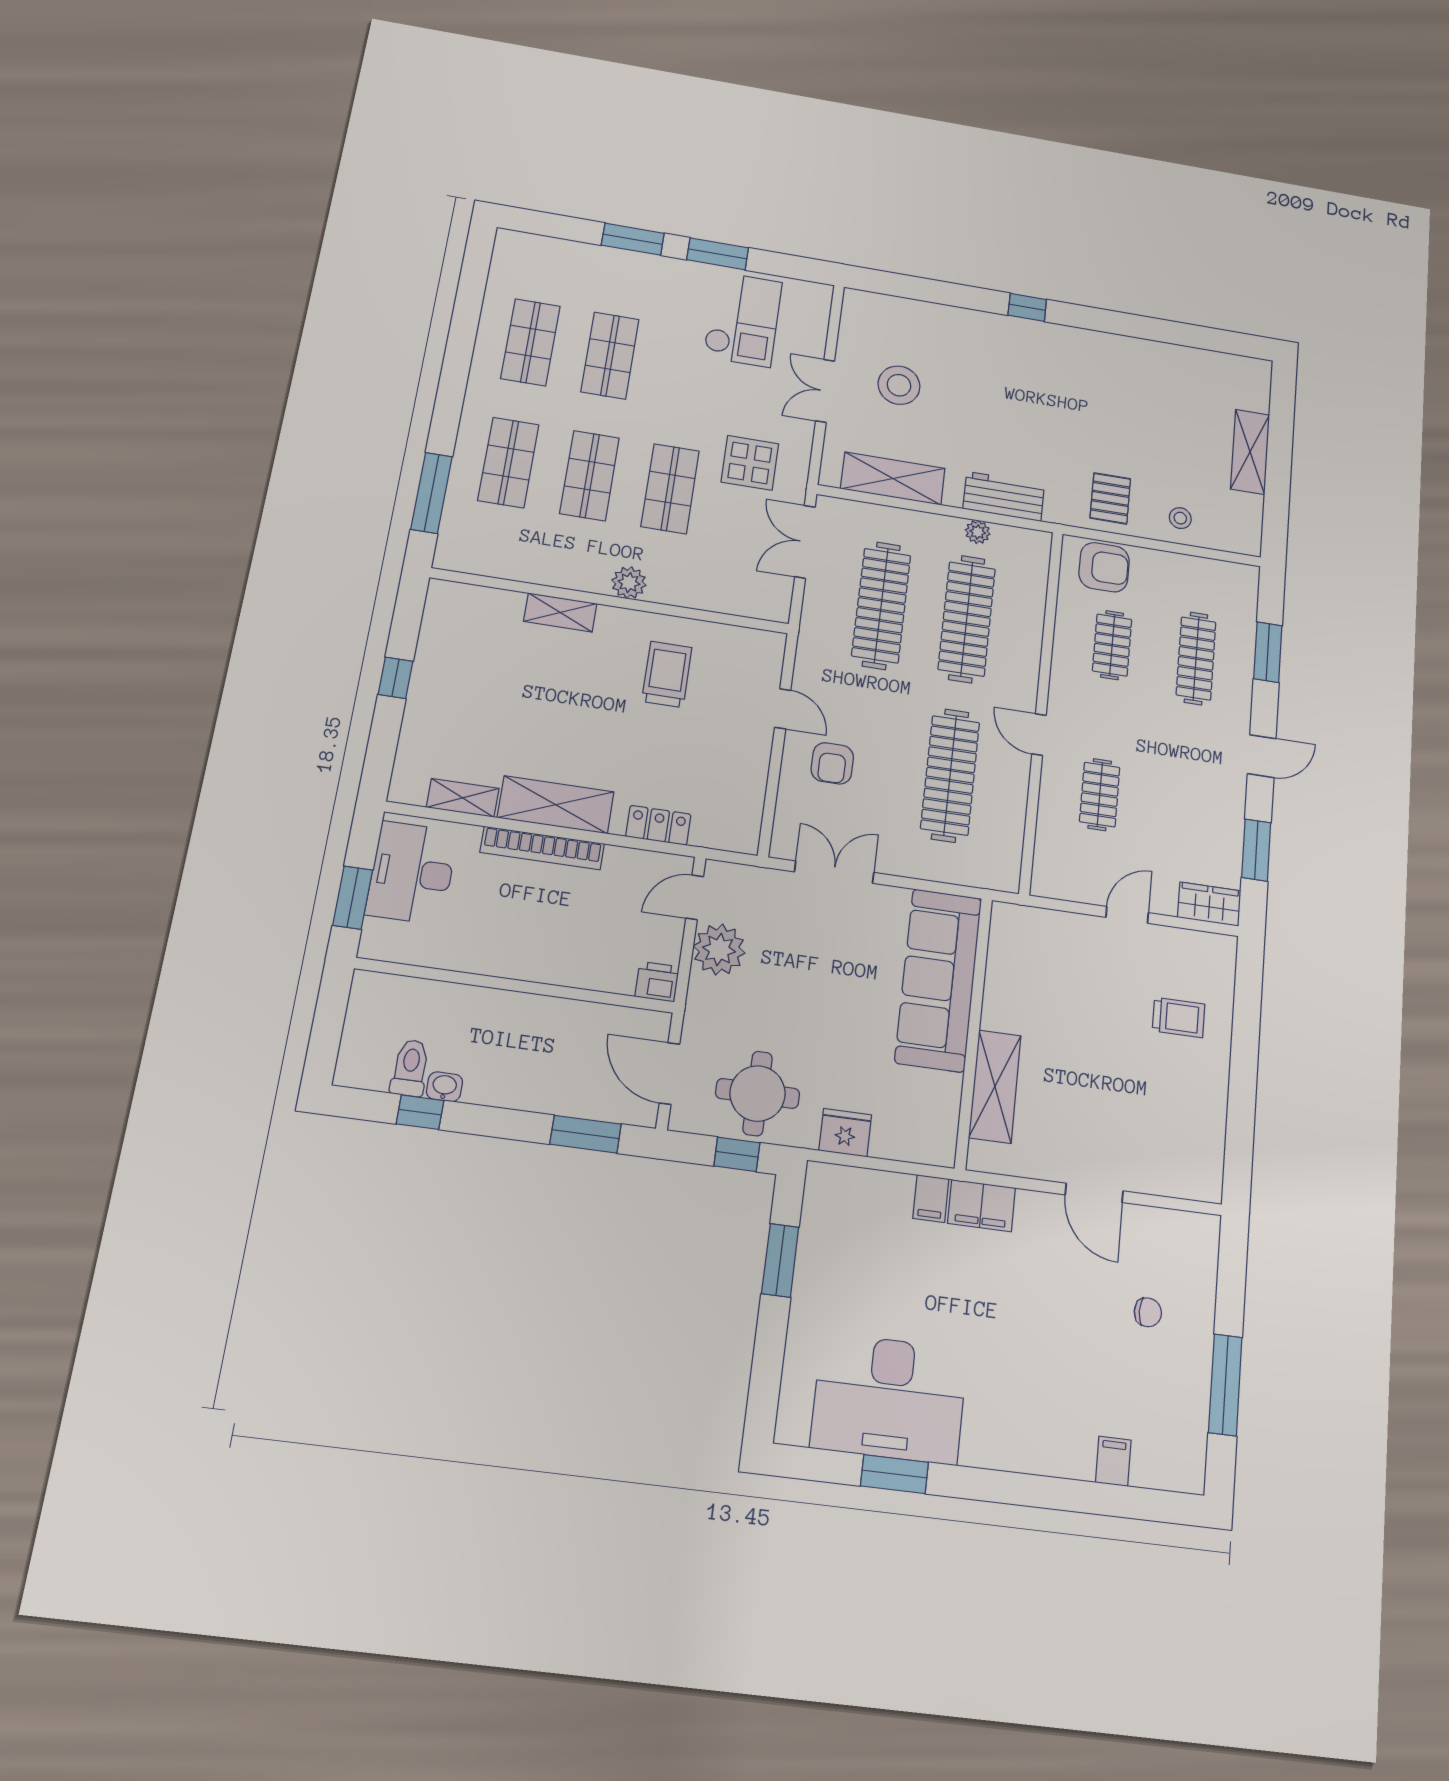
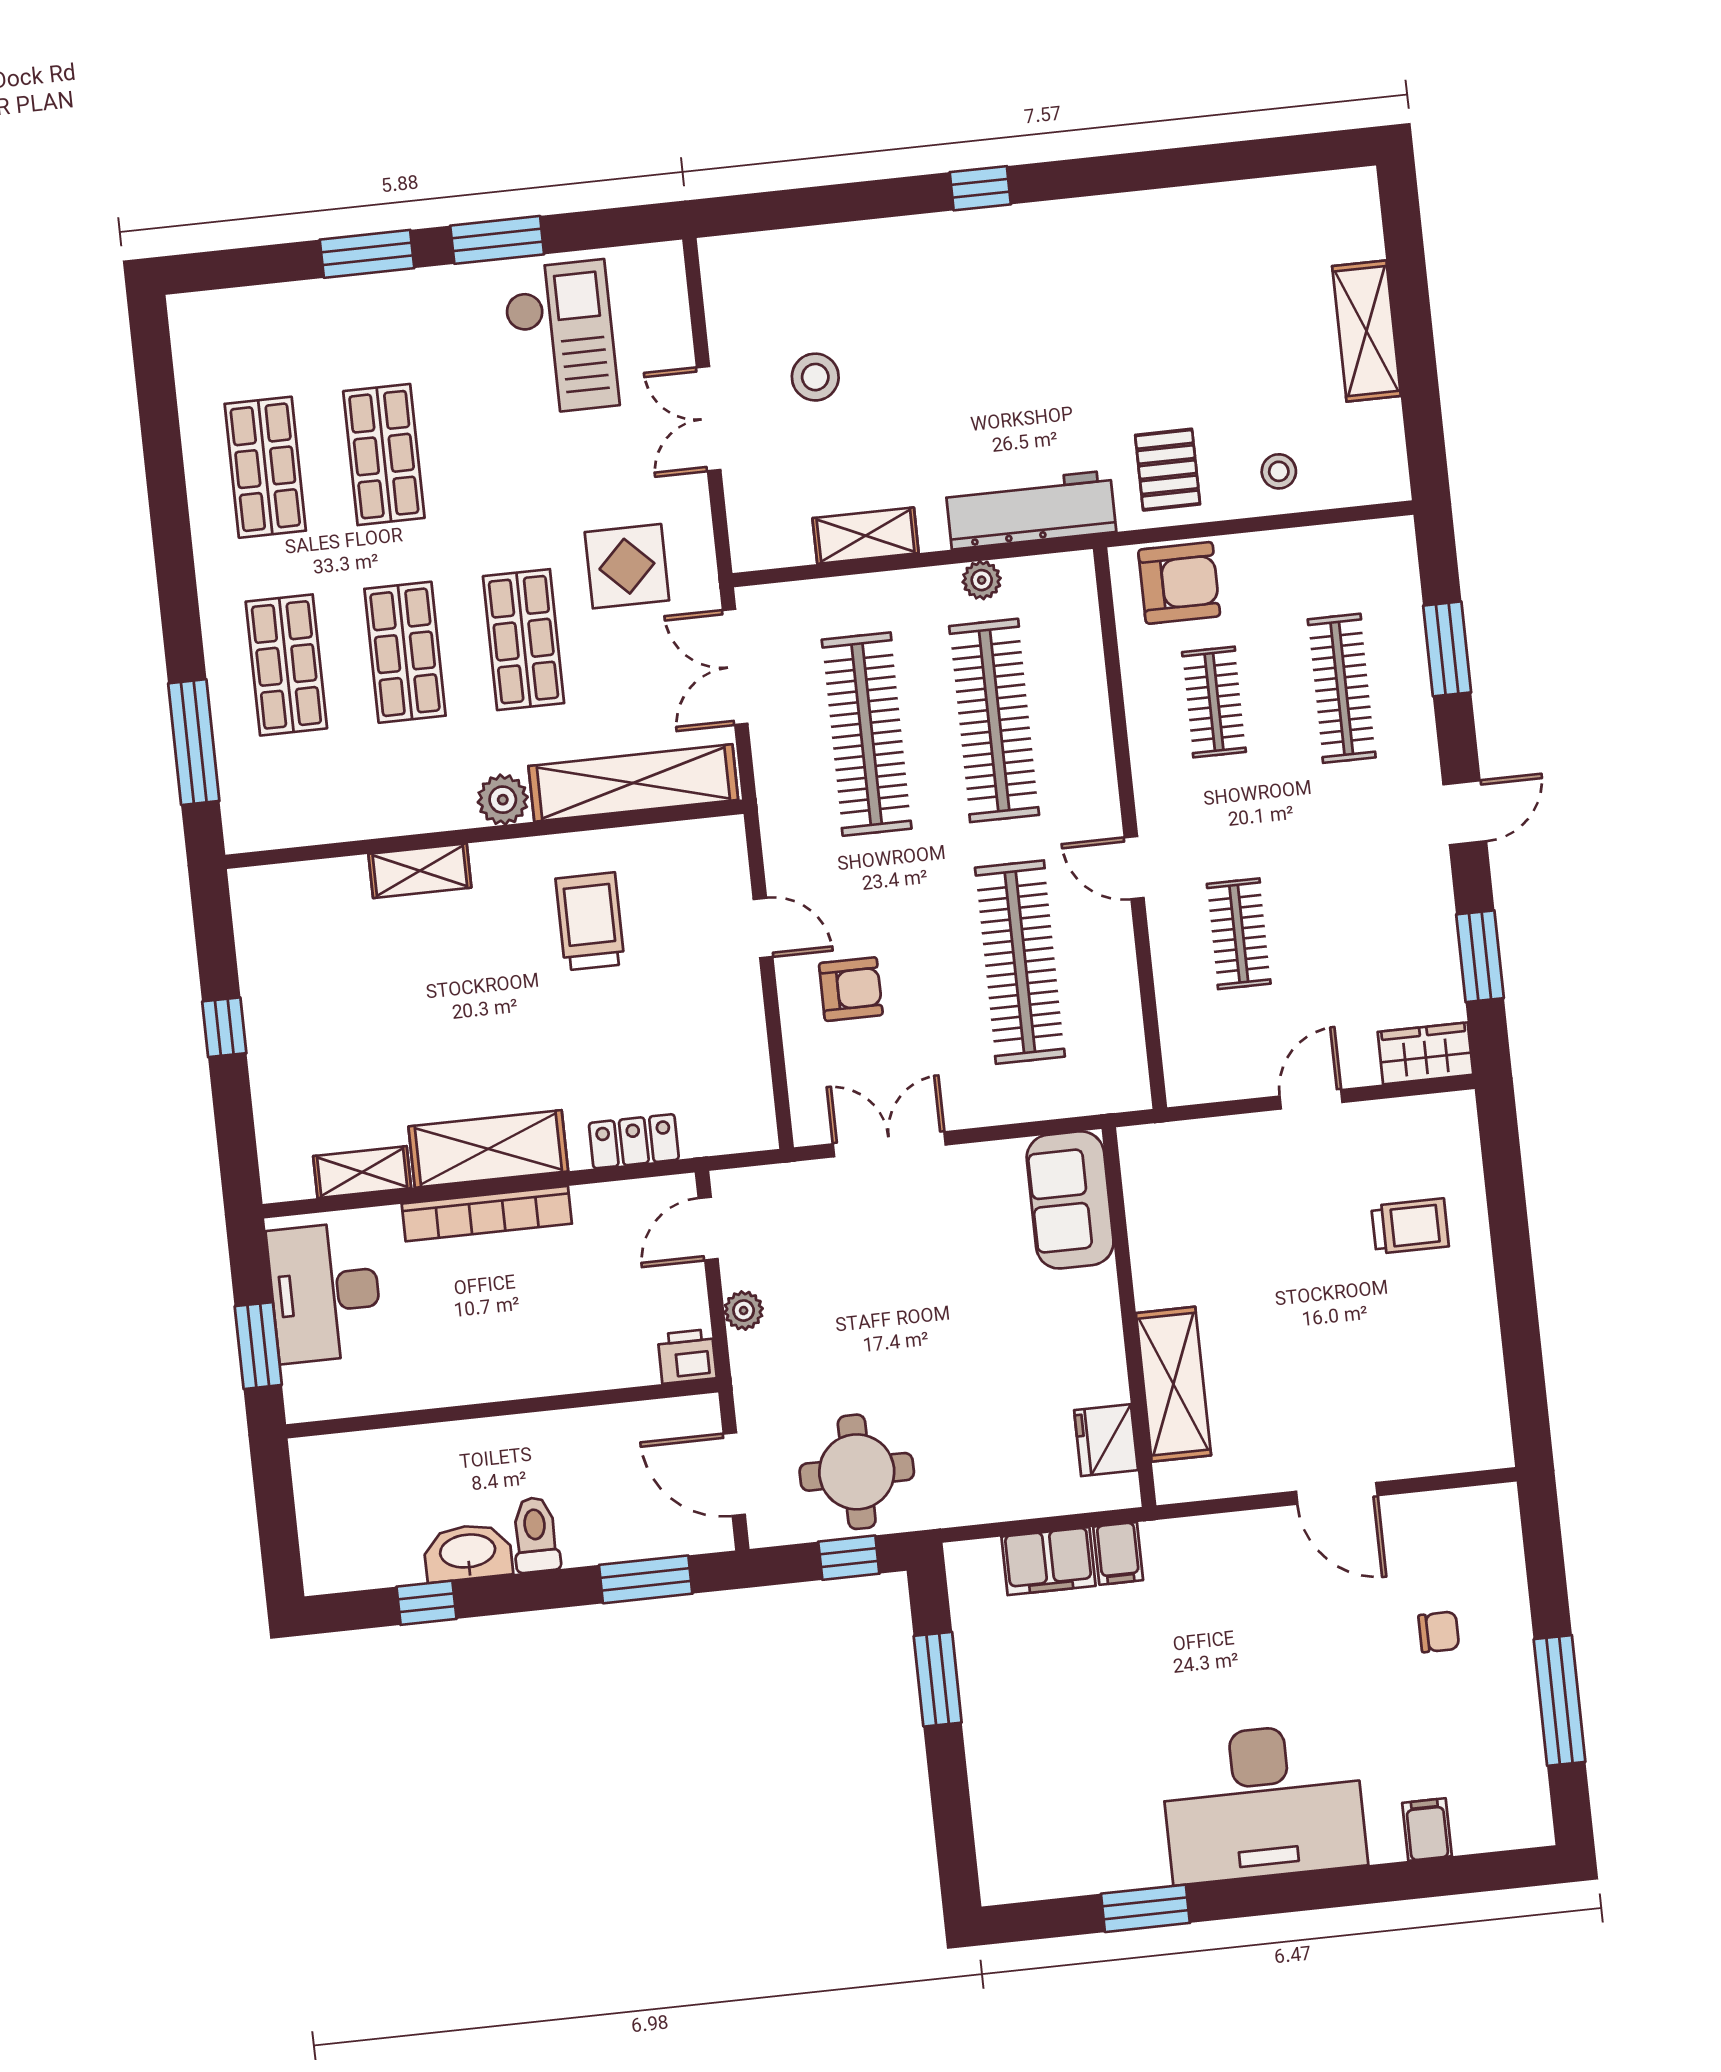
stool: (899, 385) -> (815, 377), width x0.73, depth x0.73
shelving: (893, 478) -> (866, 536), width x0.67, depth x0.75
workbench: (1004, 496) -> (1031, 510), width x1.38
shelving: (719, 595) -> (633, 783), added
armchair: (832, 763) -> (851, 989), turned -90
plant: (719, 949) -> (744, 1311), width x0.53, depth x0.53
sofa: (938, 980) -> (1070, 1200), width x0.54, depth x0.79
toilet: (410, 1068) -> (536, 1535), moved
washbasin: (444, 1087) -> (468, 1553), width x1.91, depth x1.45
fridge: (845, 1133) -> (1106, 1440), moved, turned -90
filing cabinet: (982, 1205) -> (1048, 1561), moved
desk: (889, 1398) -> (1263, 1803), moved

